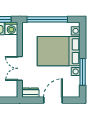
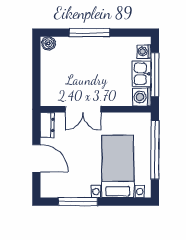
bed with nightstands: (59, 51) -> (118, 166), width x0.73
double door: (20, 68) -> (83, 109), swing flipped

